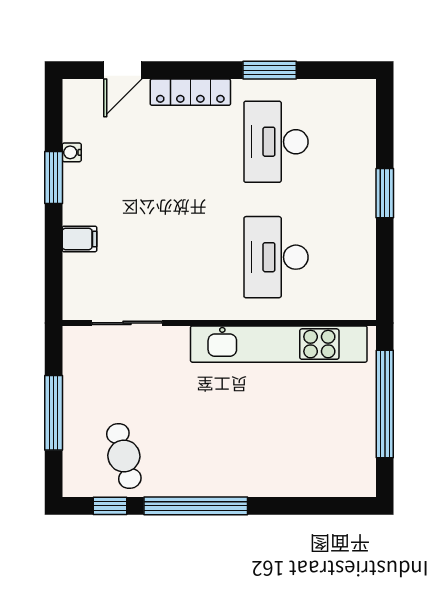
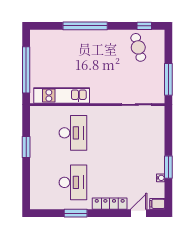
window: (385, 193) -> (26, 147), moved
filing cabinet: (80, 239) -> (157, 204), moved
kitchen unit: (279, 344) -> (62, 95), width x0.73
window: (54, 413) -> (168, 79), moved
window: (196, 506) -> (85, 26), moved

